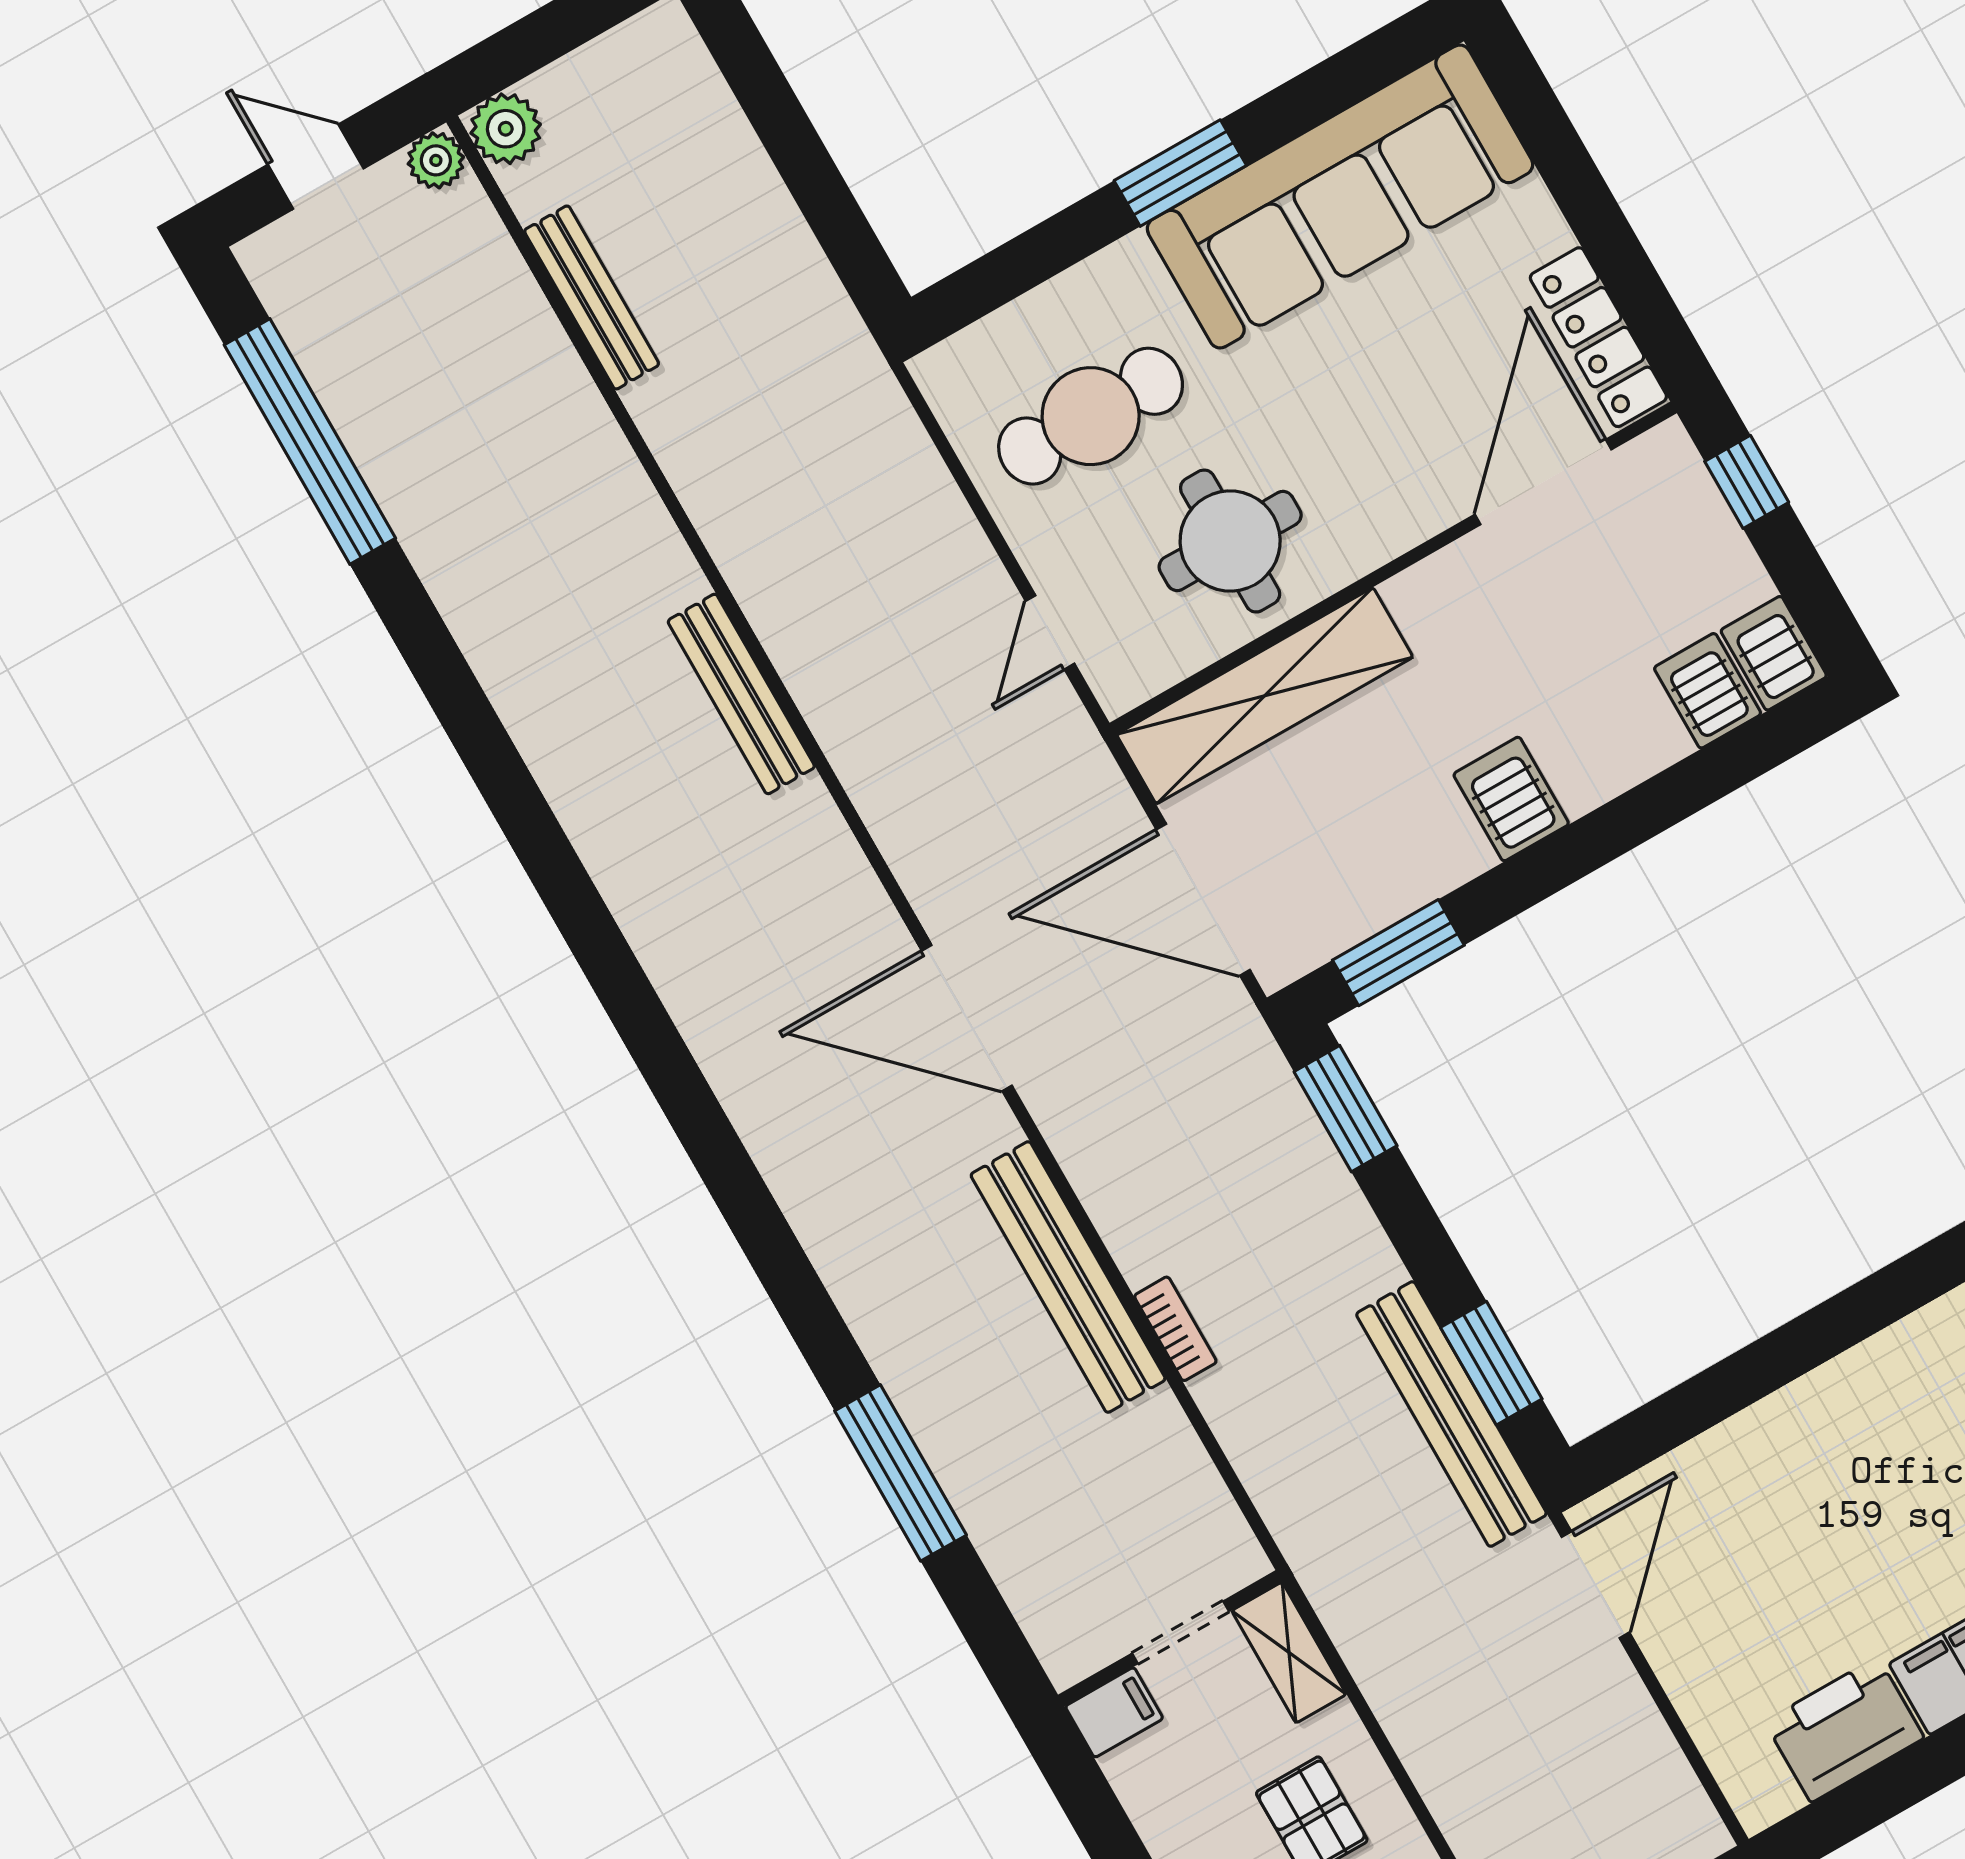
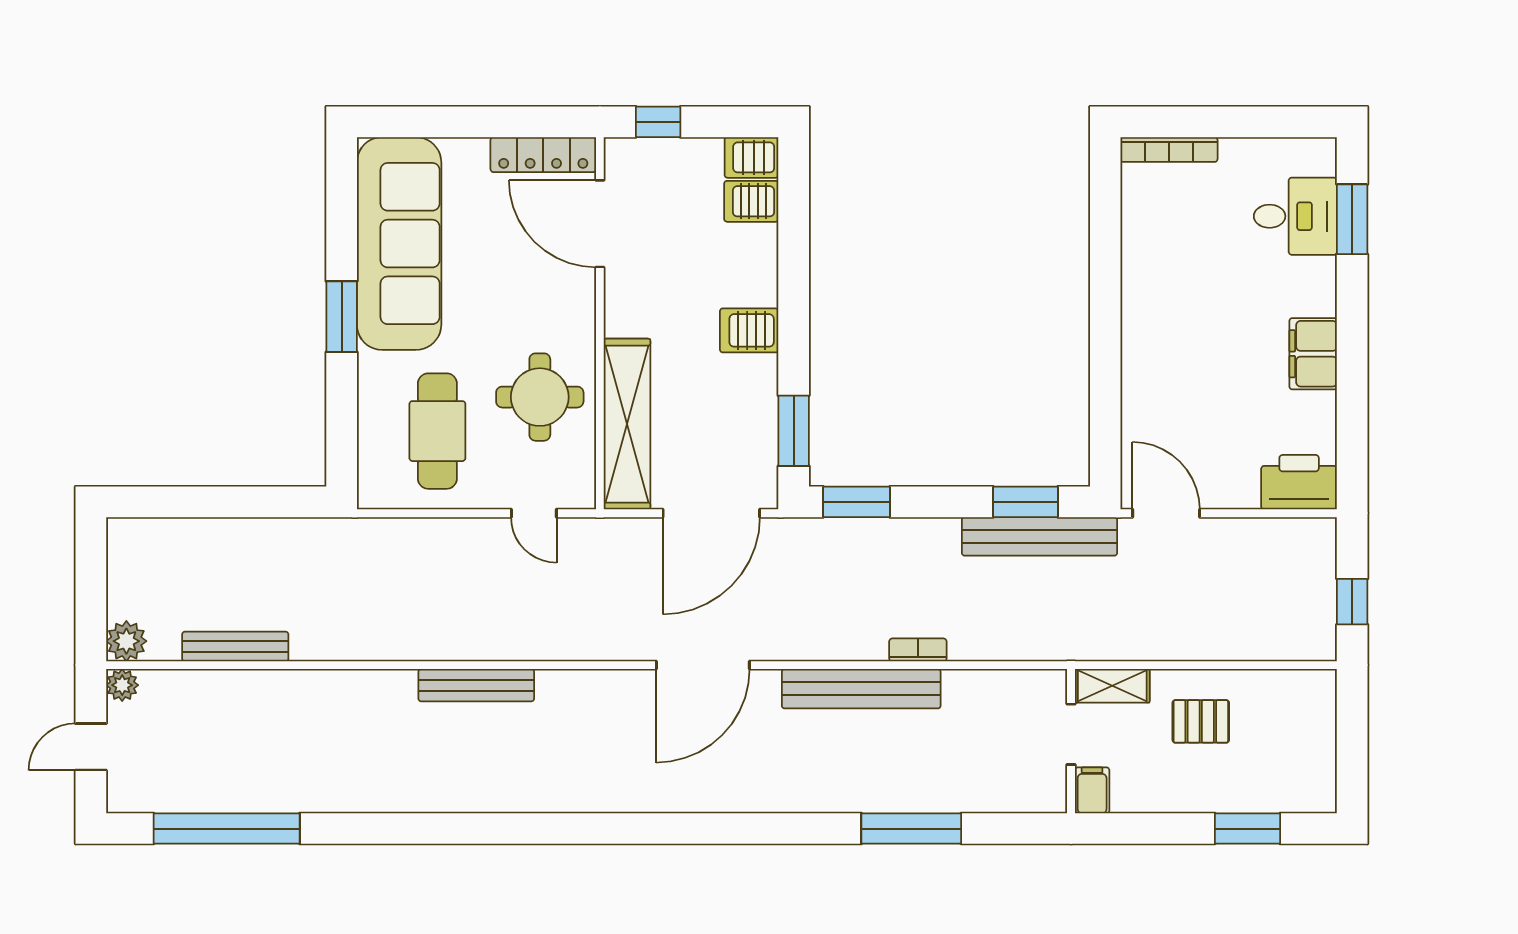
printer: (1844, 1730) -> (1299, 482), moved, turned 90

